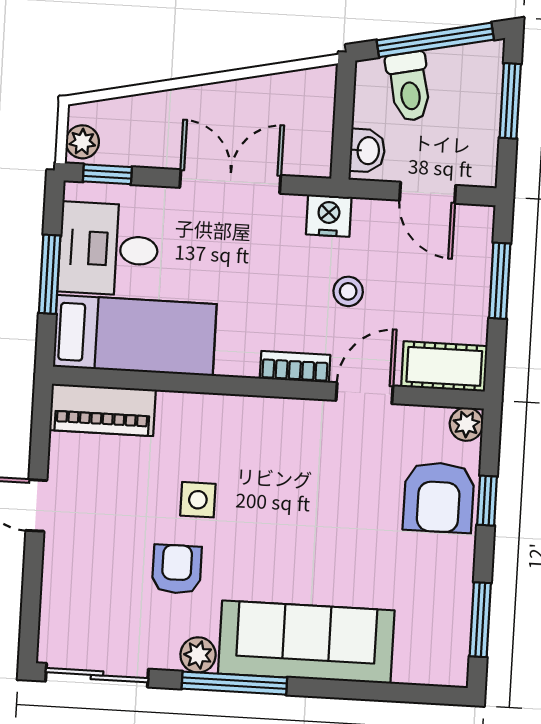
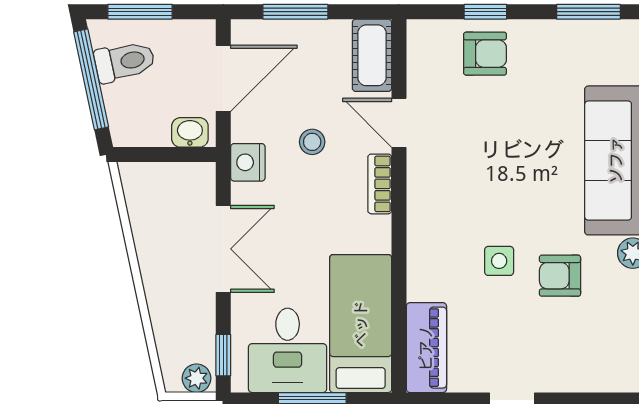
toilet: (409, 87) -> (125, 62), moved
double door: (230, 181) -> (223, 249), swing flipped
door: (428, 193) -> (223, 78), width x1.38
plant: (466, 424) -> (421, 33), removed
armchair: (439, 497) -> (485, 54), width x0.72, depth x0.72

